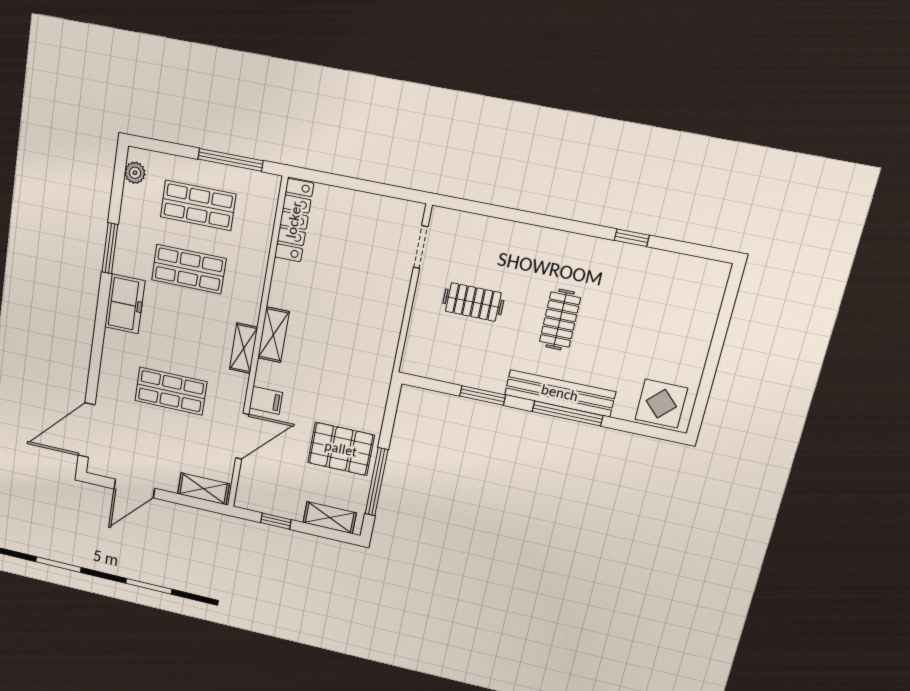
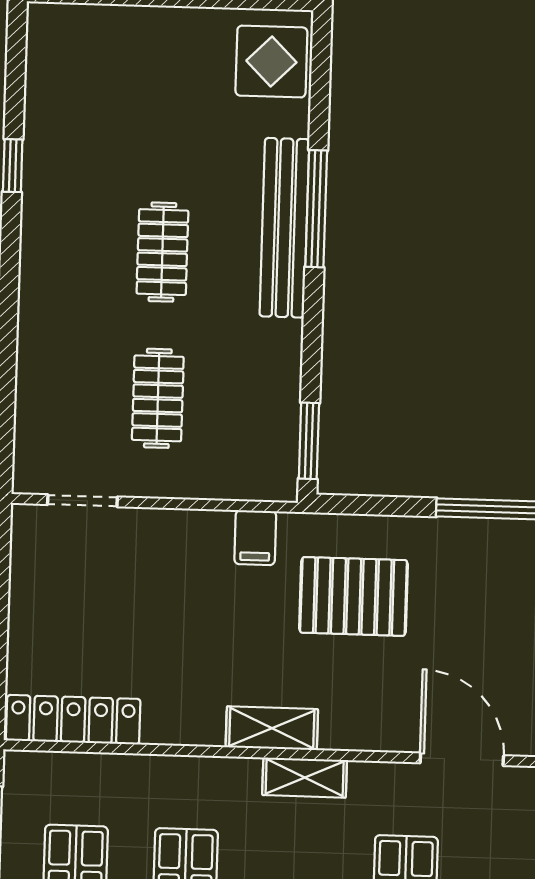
clothes rail: (560, 320) -> (162, 252), turned 90
window: (483, 395) -> (309, 441), moved
filing cabinet: (266, 400) -> (255, 538), moved, turned 180
pallet: (341, 449) -> (354, 596), moved, turned 90

